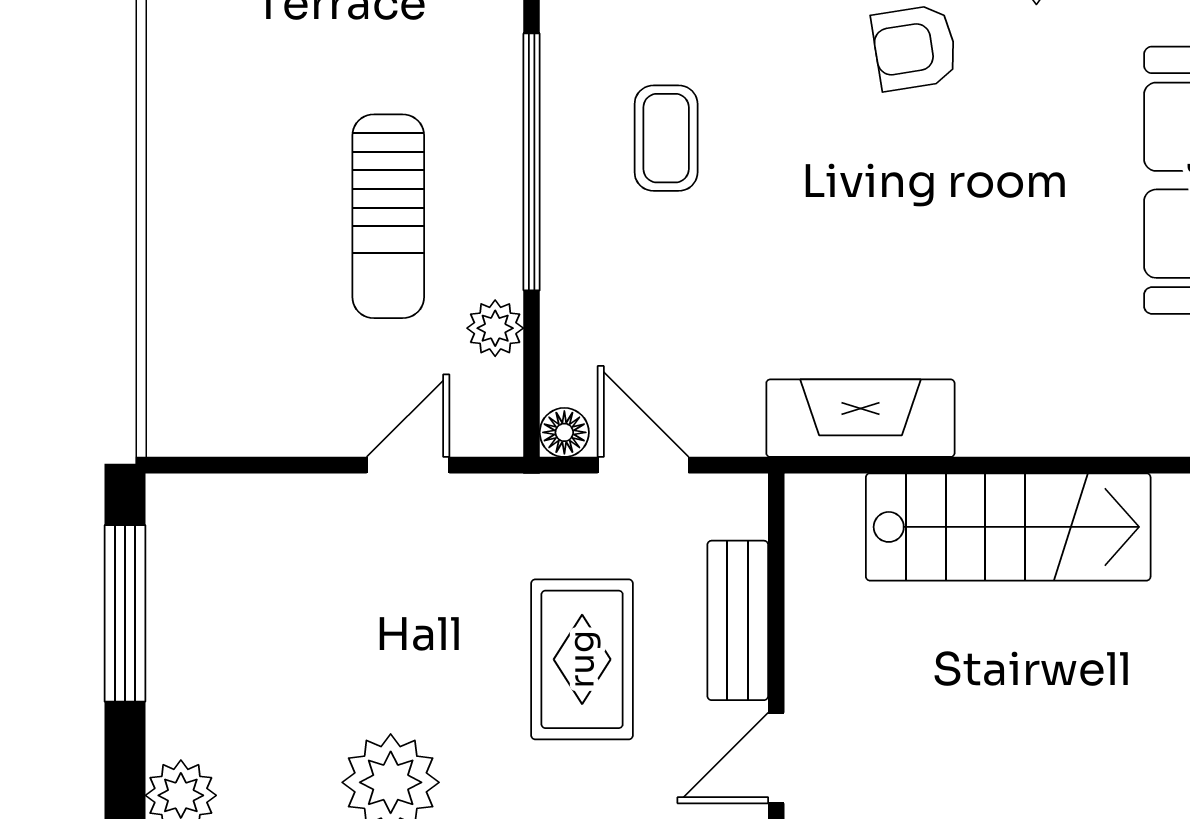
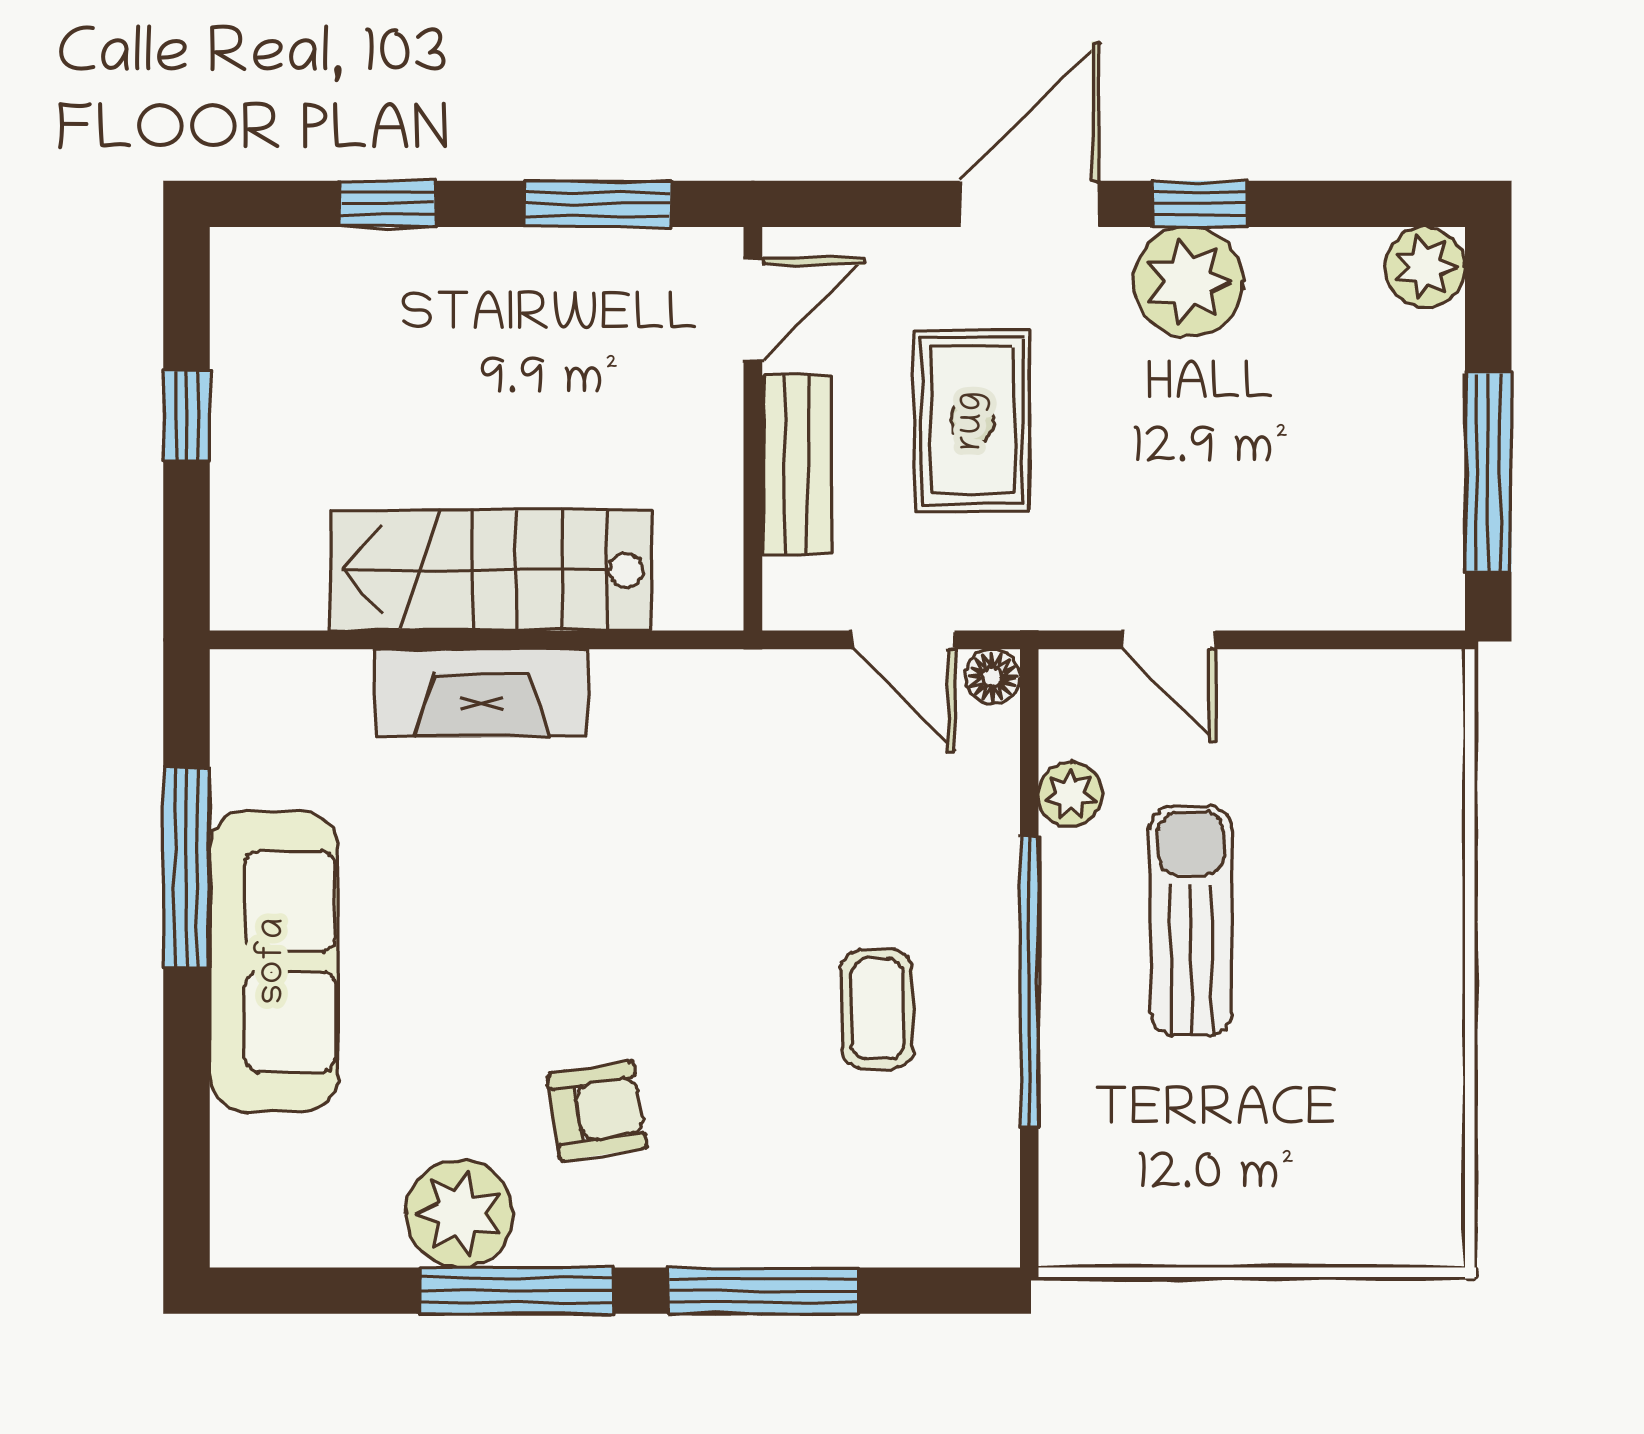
fireplace: (860, 418) -> (482, 693), moved
door: (408, 465) -> (1169, 640), hinge flipped

